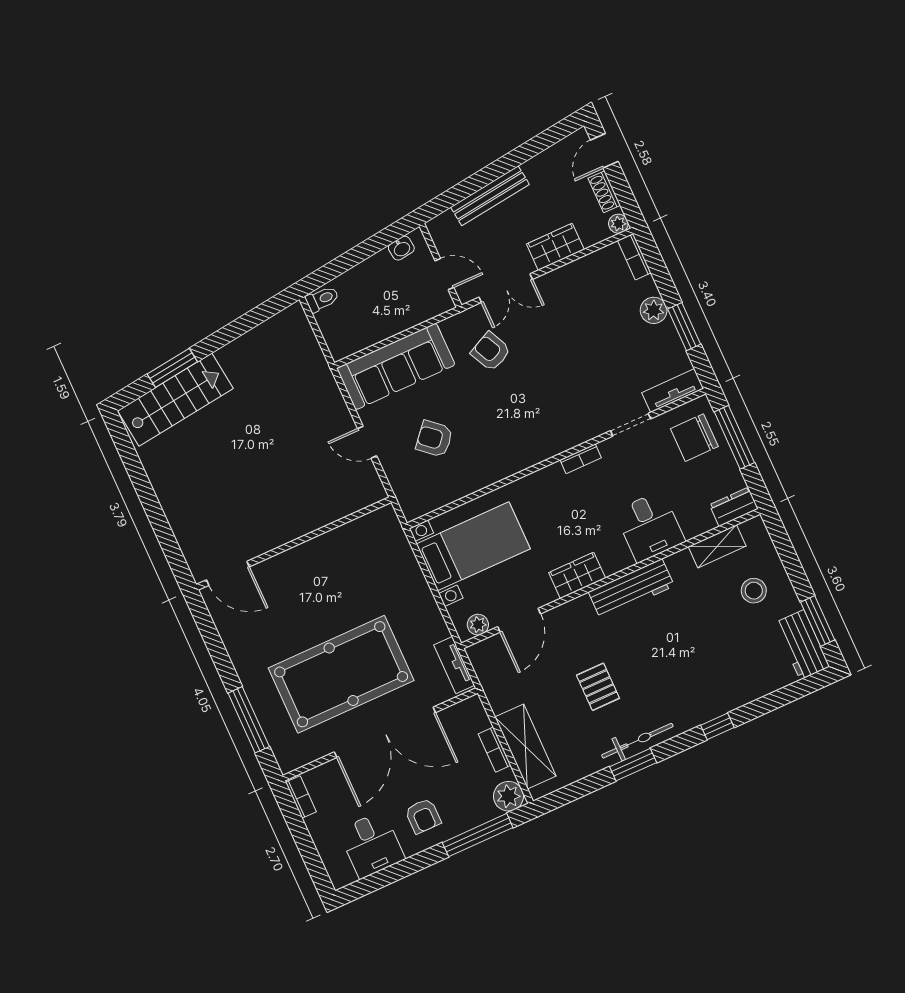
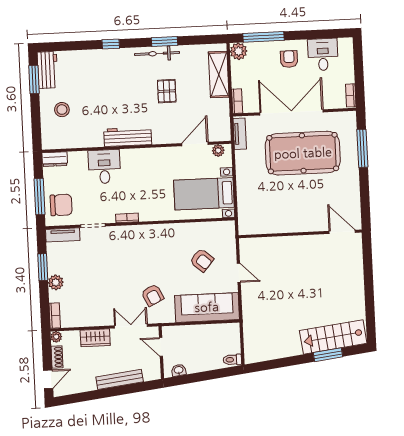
shelving: (717, 546) -> (72, 141), removed
wardrobe: (577, 575) -> (154, 156), removed
bookcase: (495, 750) -> (237, 101), moved

